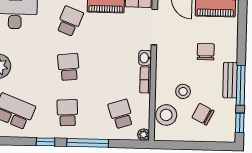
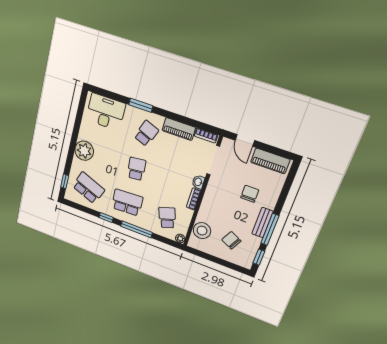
stool: (183, 91) -> (221, 218), removed
school desk: (67, 113) -> (127, 203), width x1.85

